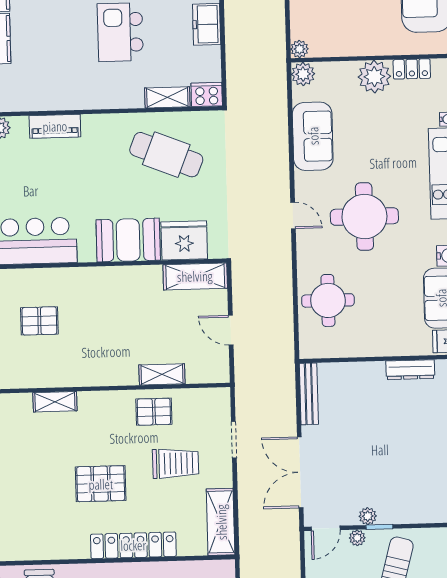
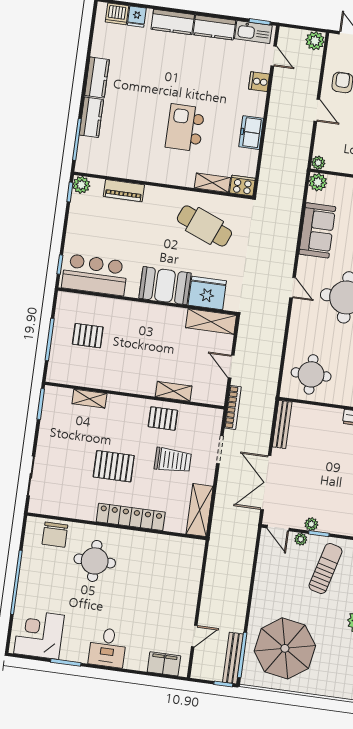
round table: (328, 300) -> (311, 374), moved
bookcase: (242, 382) -> (233, 407), added
door: (326, 528) -> (278, 528), hinge flipped

